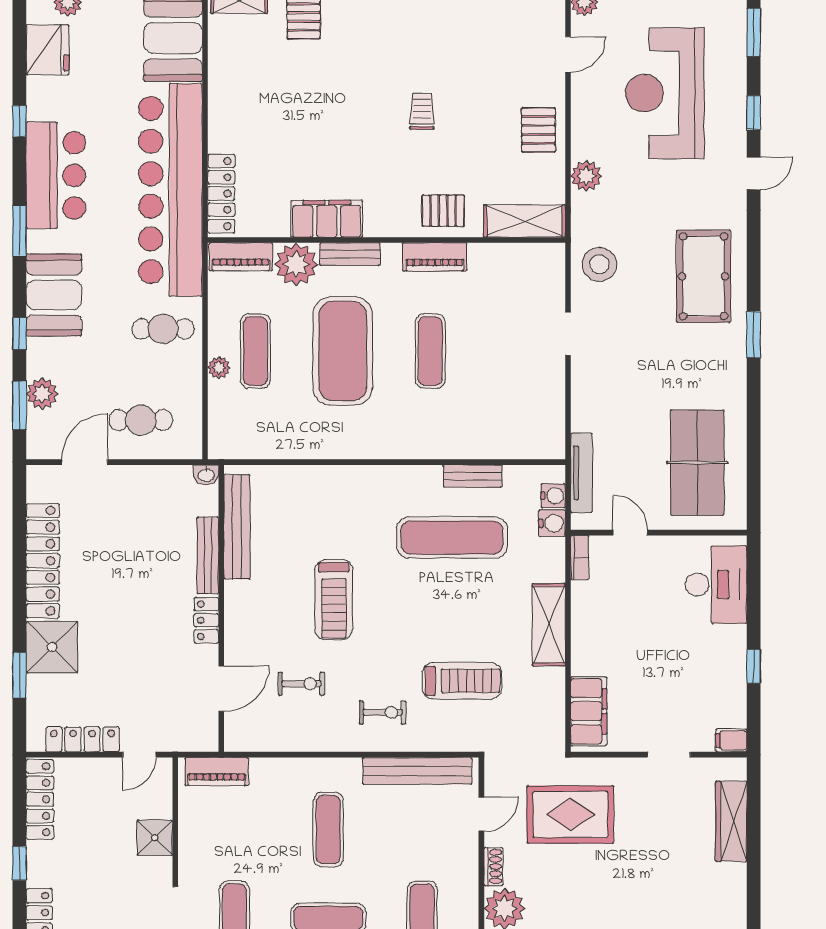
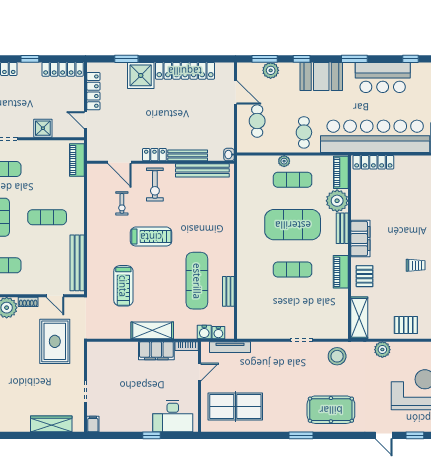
filing cabinet: (327, 219) -> (360, 239), moved
treadmill: (334, 600) -> (151, 237), moved, turned 180
window: (754, 666) -> (152, 435), moved
filing cabinet: (589, 711) -> (156, 351), moved
exercise bike: (383, 712) -> (155, 184), moved, width x1.38, depth x1.39

